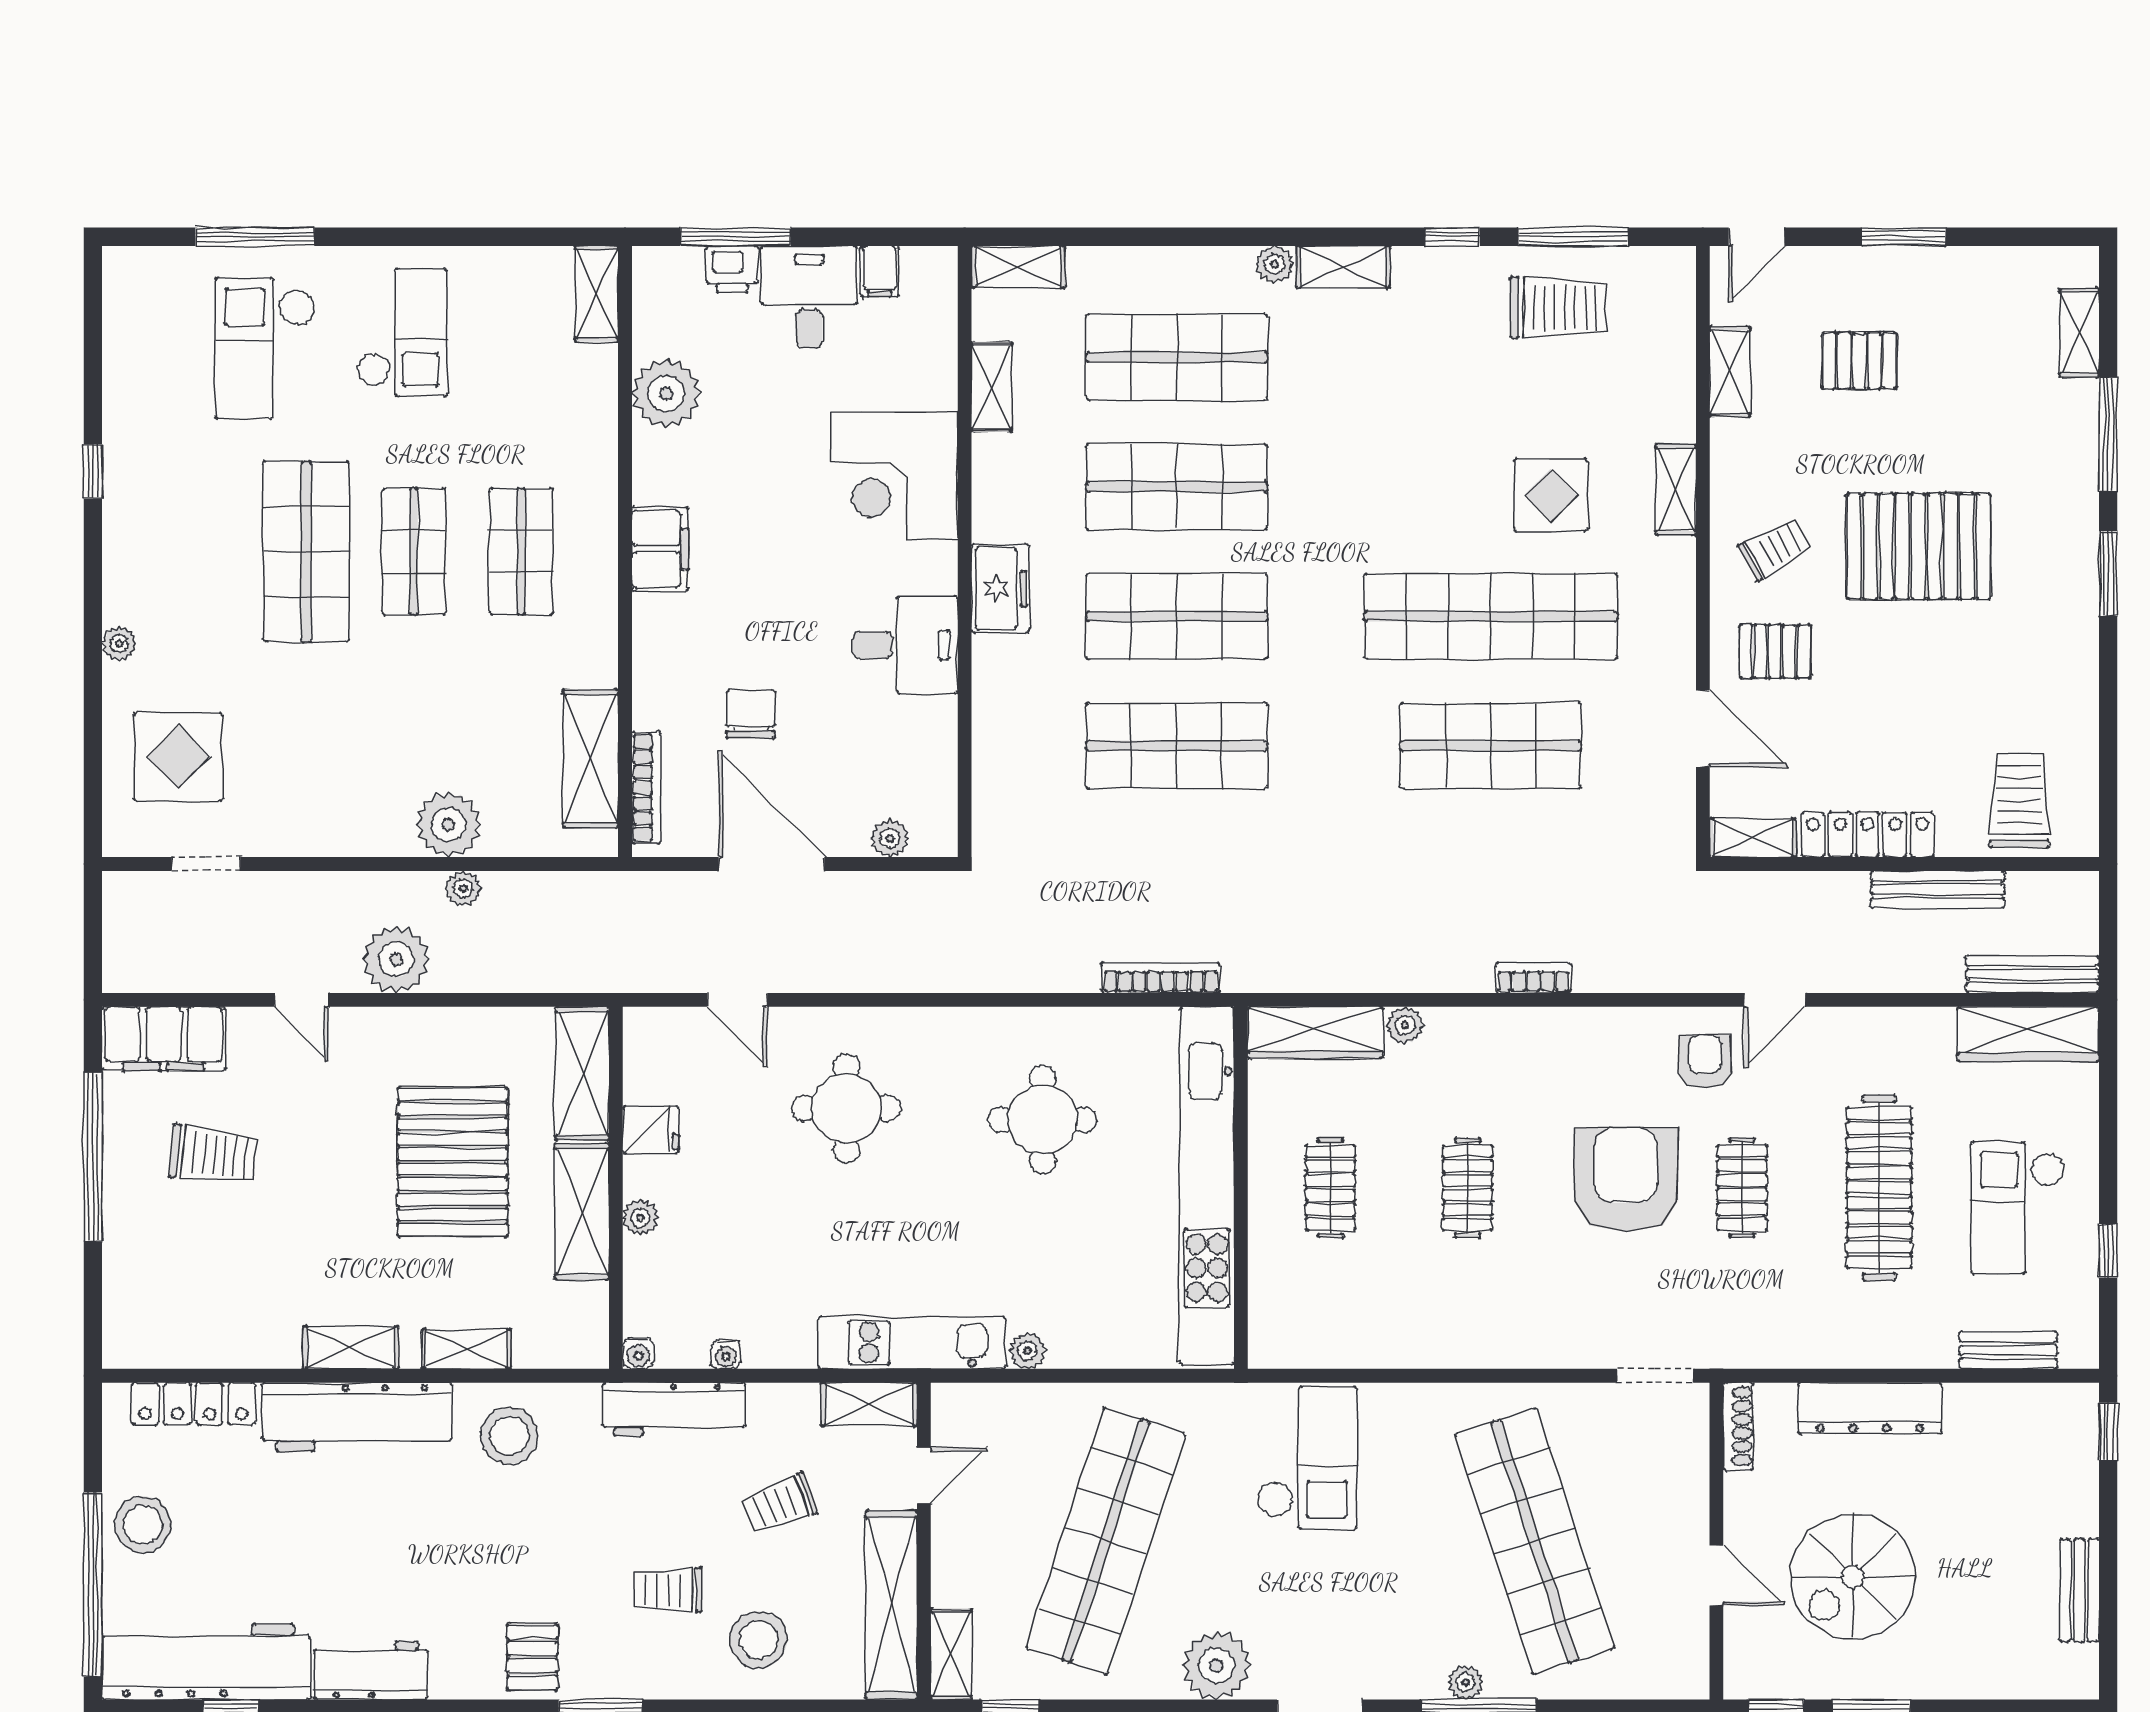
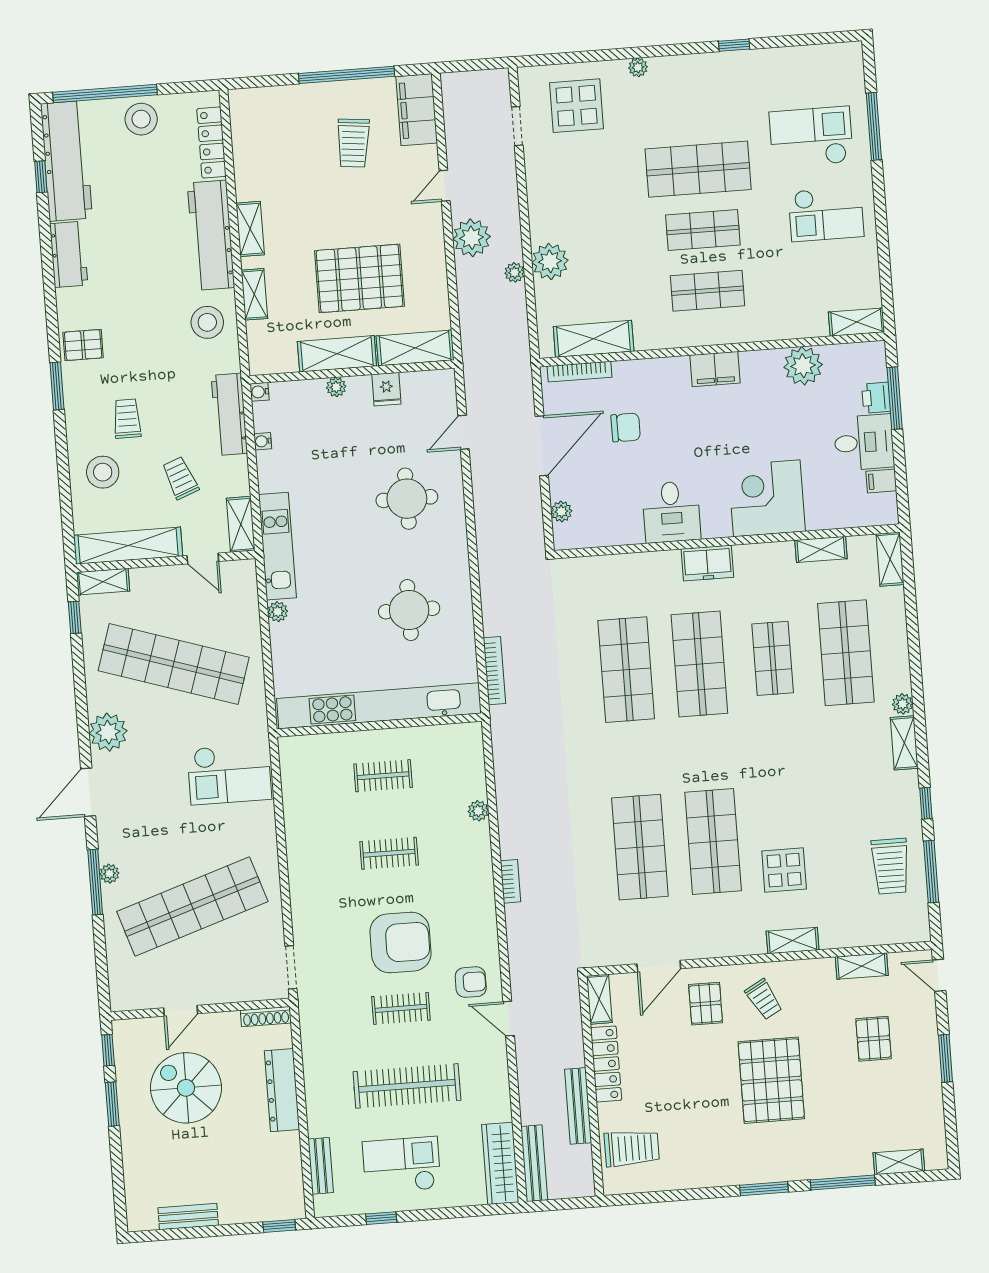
shop shelf: (1177, 487) -> (773, 658), width x0.70, depth x0.74
shop shelf: (1491, 616) -> (713, 841), width x0.71
wardrobe: (1315, 1033) -> (470, 760), removed

